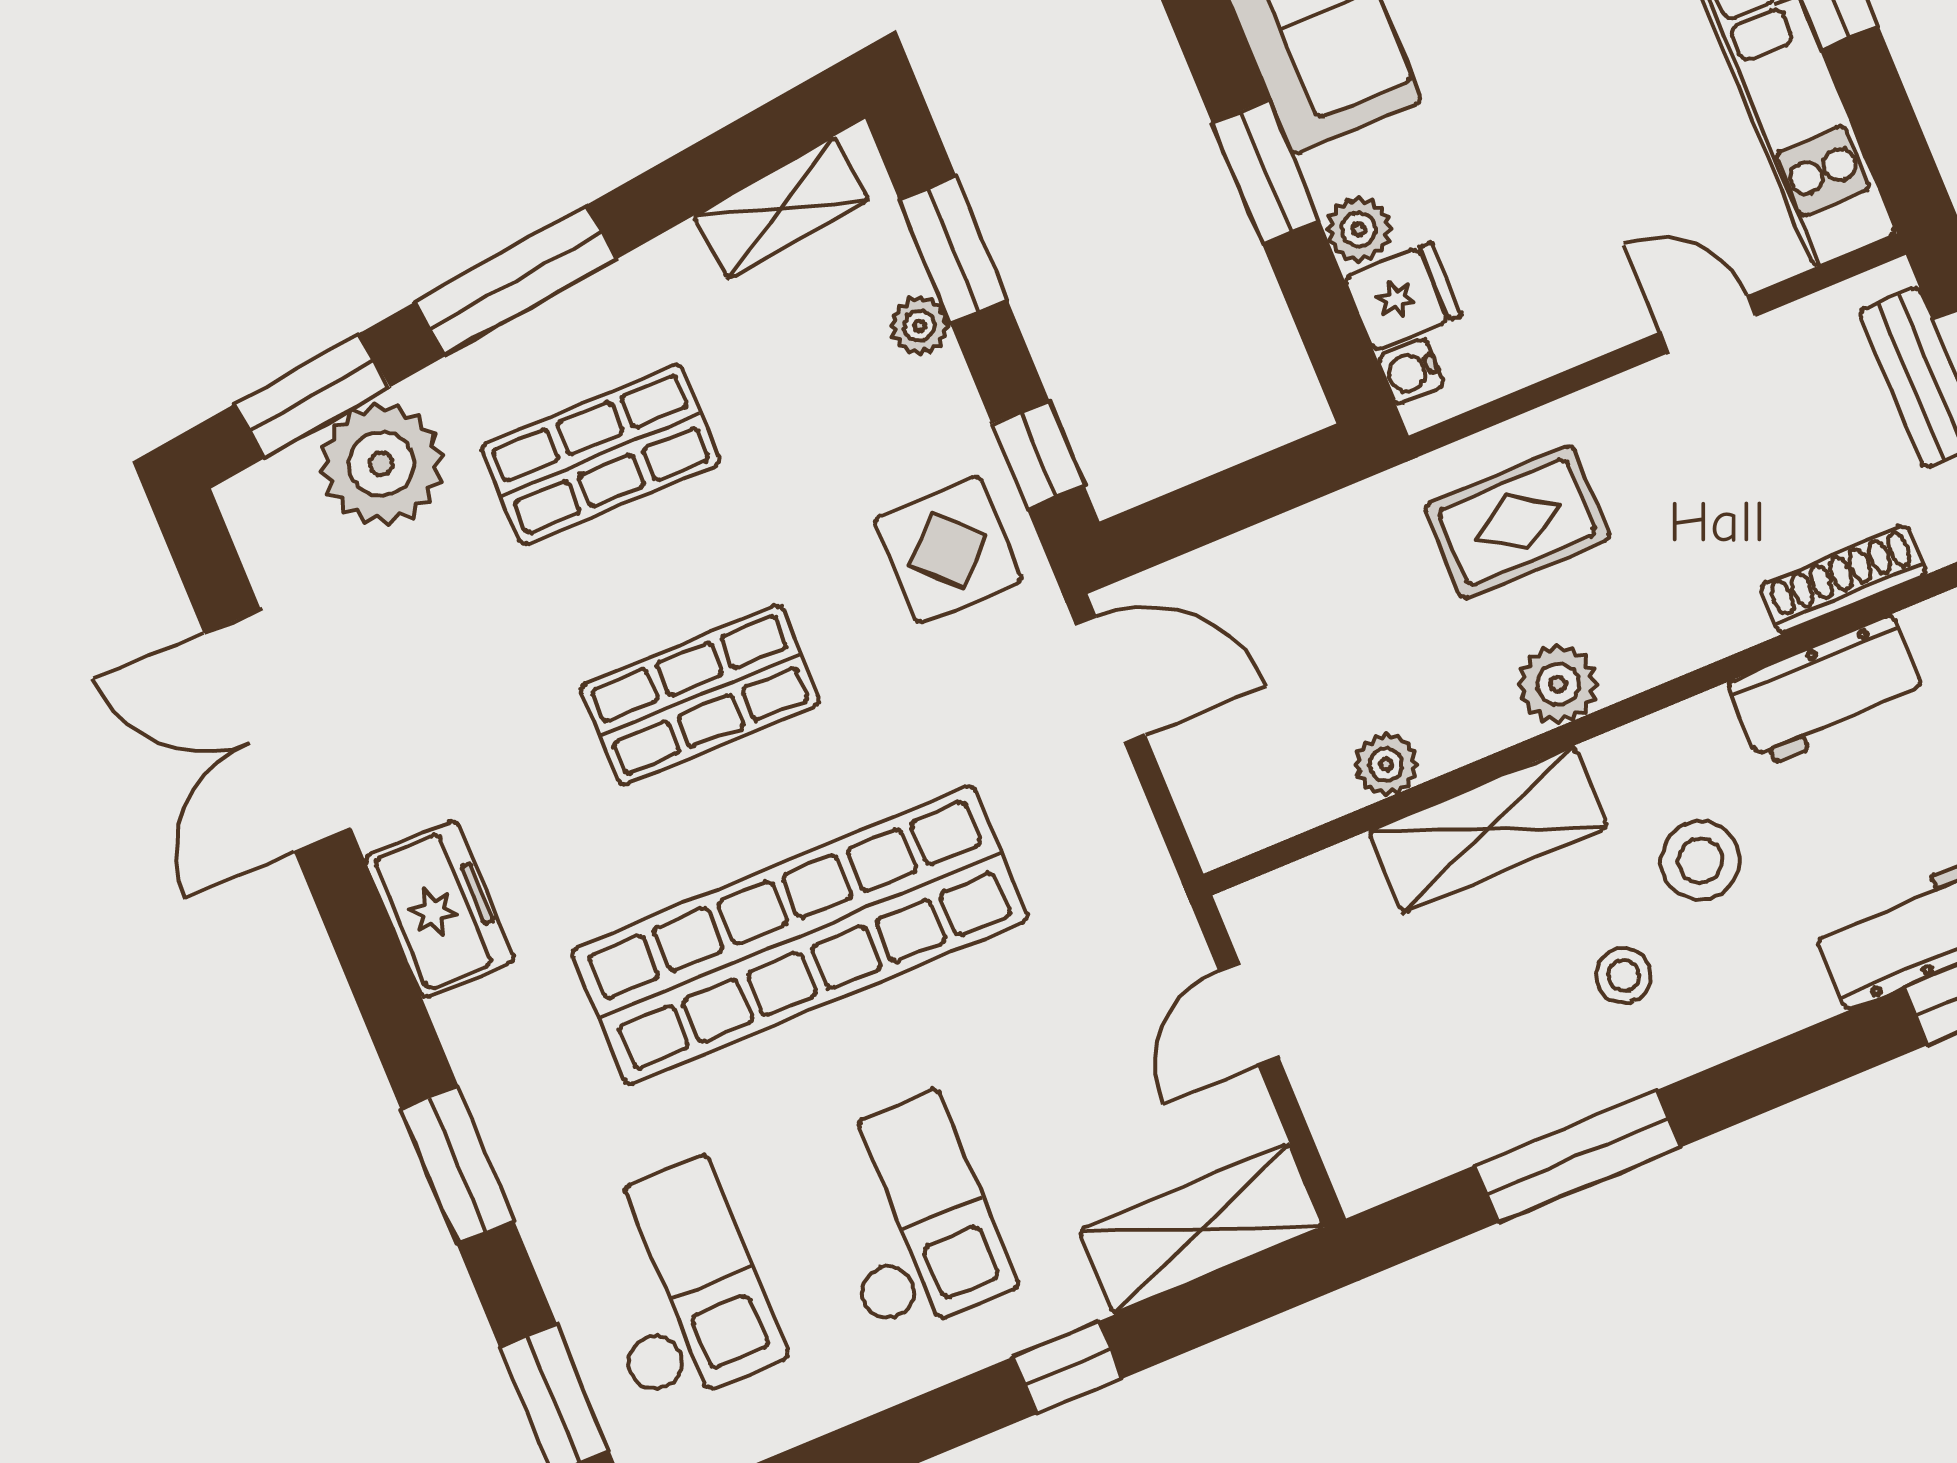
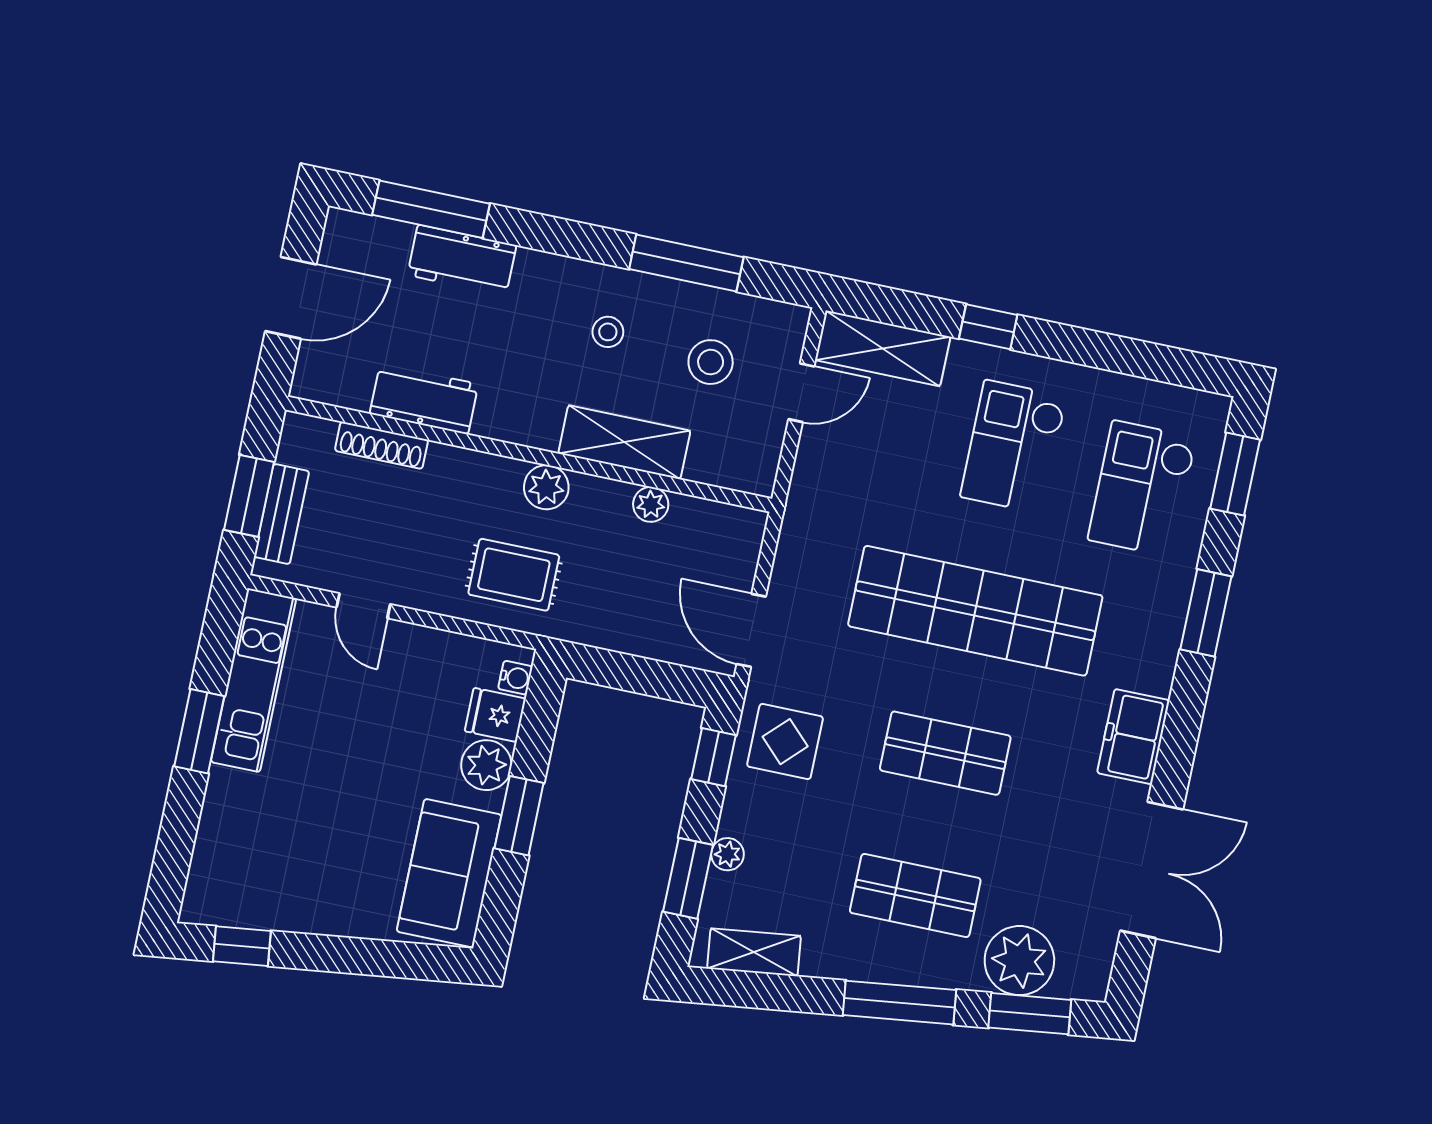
plant: (1359, 229) -> (486, 765), width x1.38, depth x1.38
stool: (1700, 860) -> (711, 362), moved
door: (1249, 1014) -> (801, 393), moved

